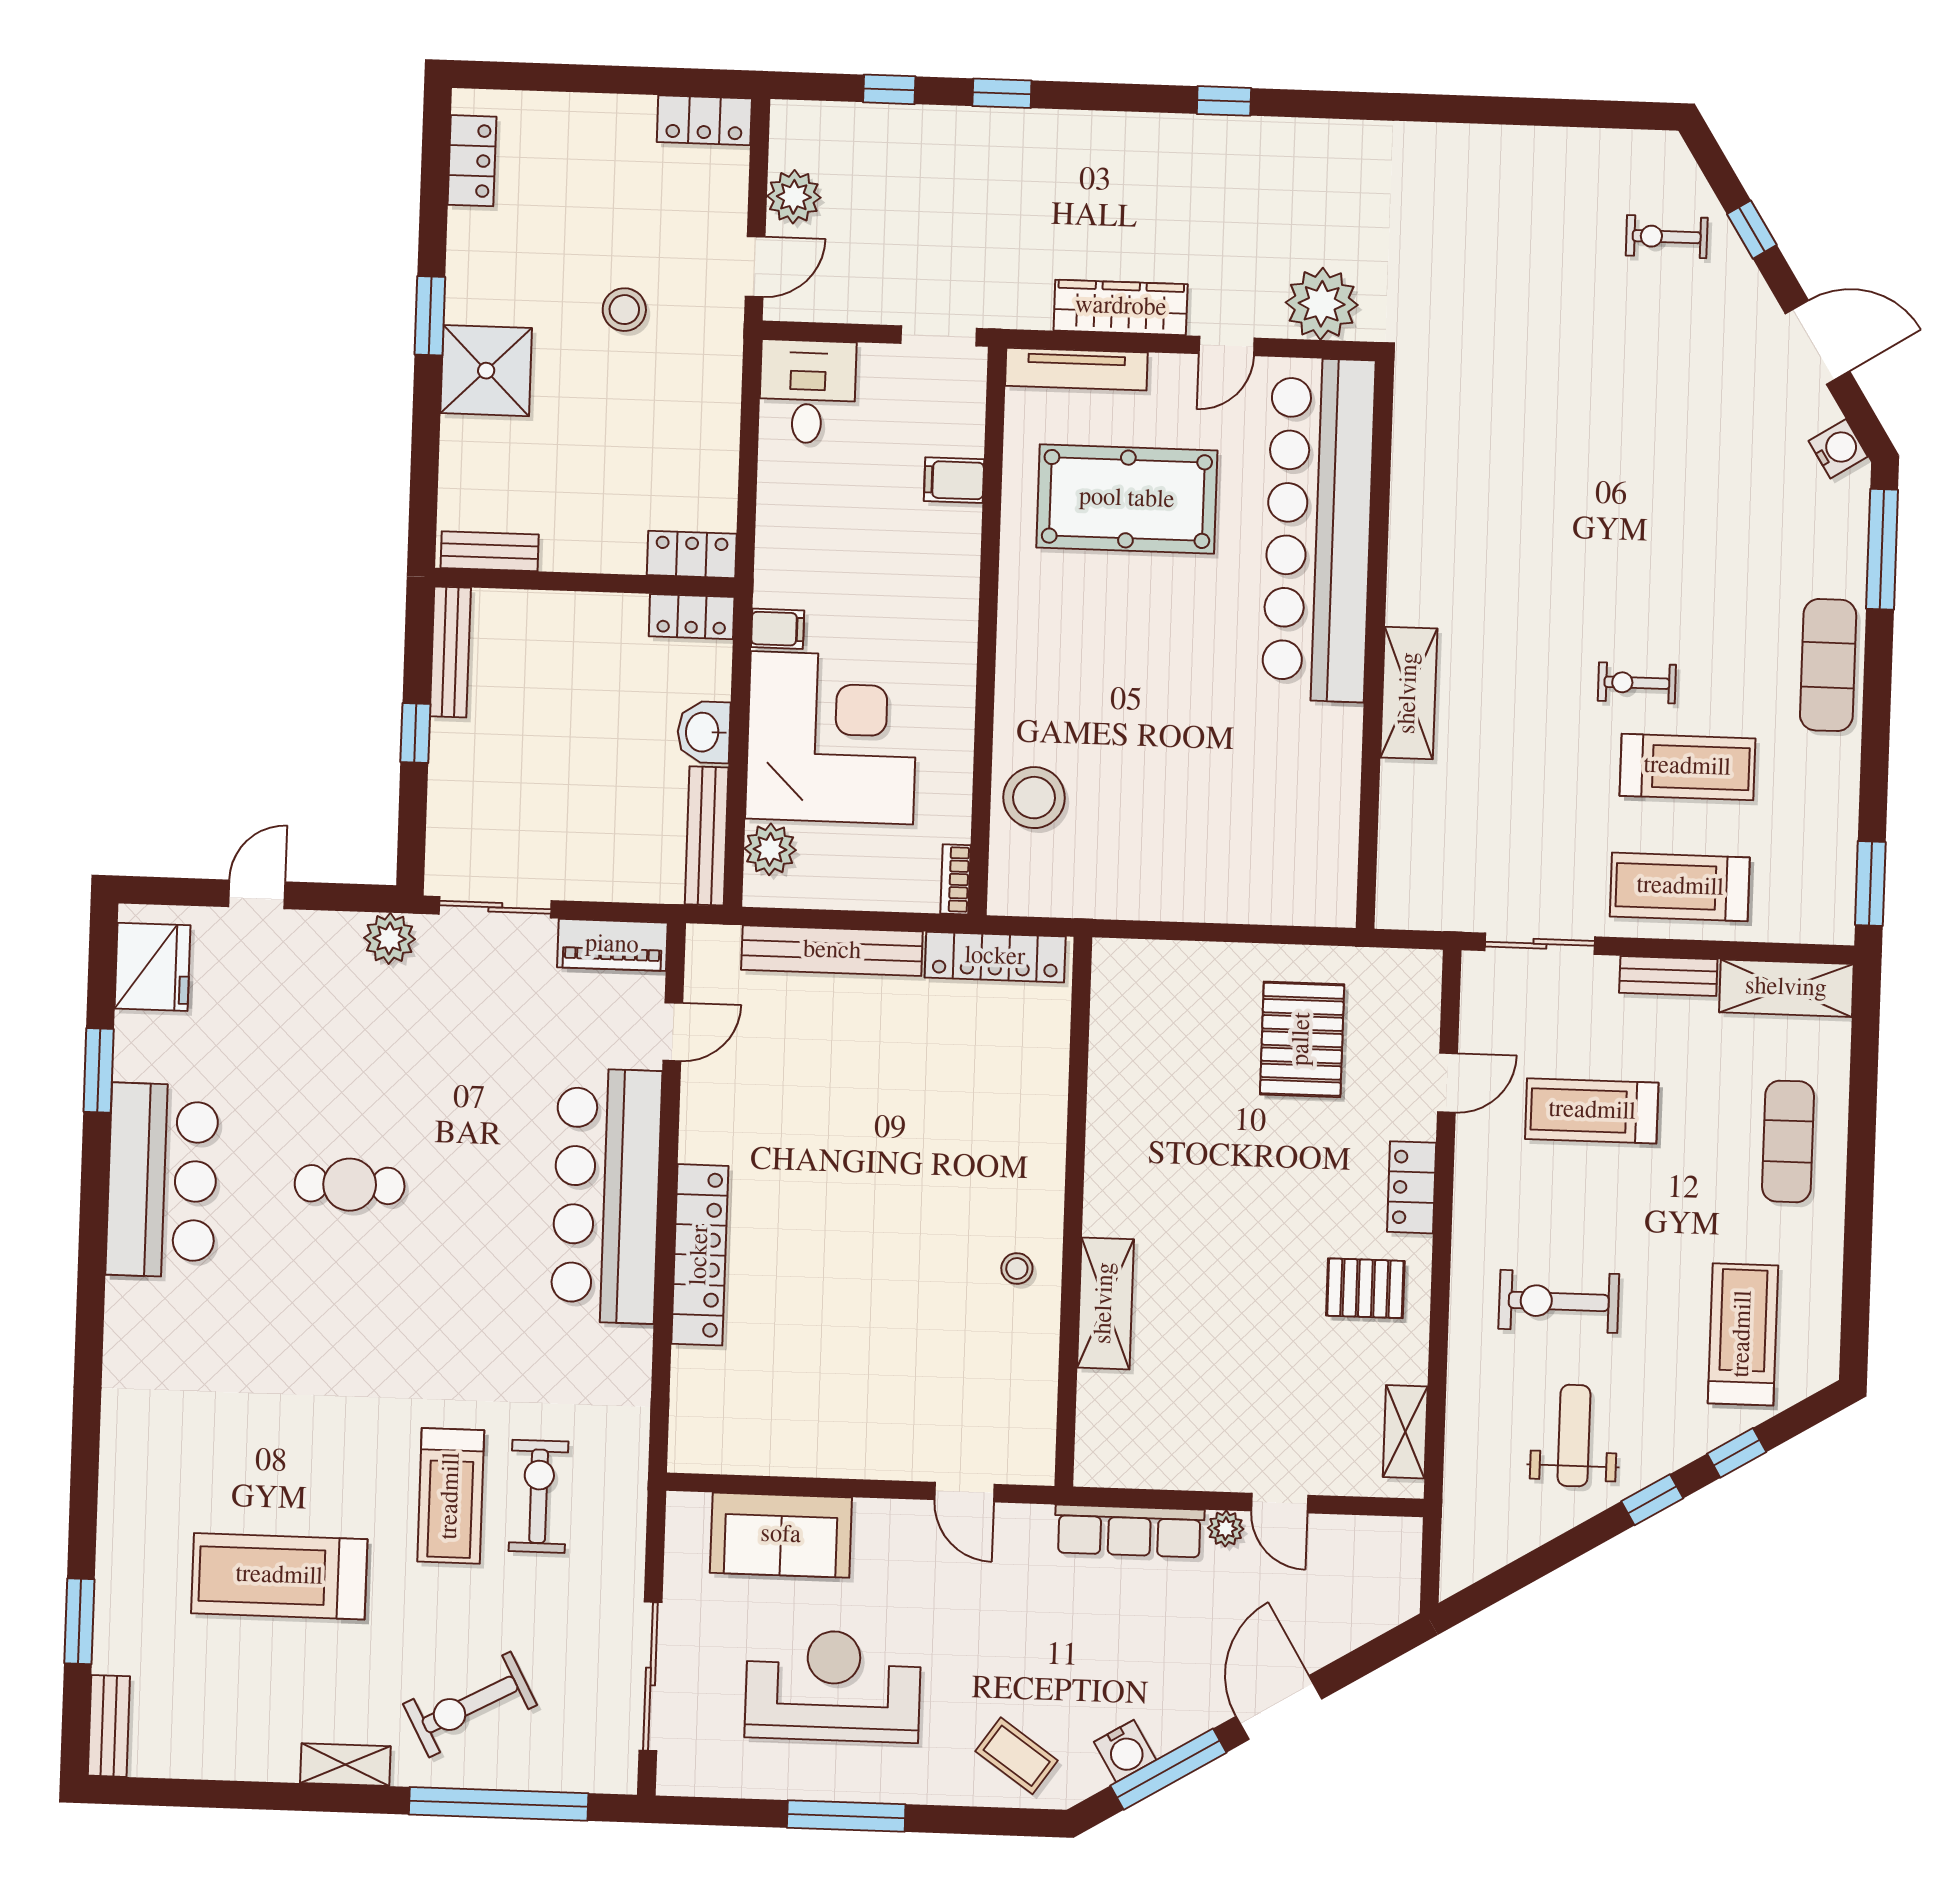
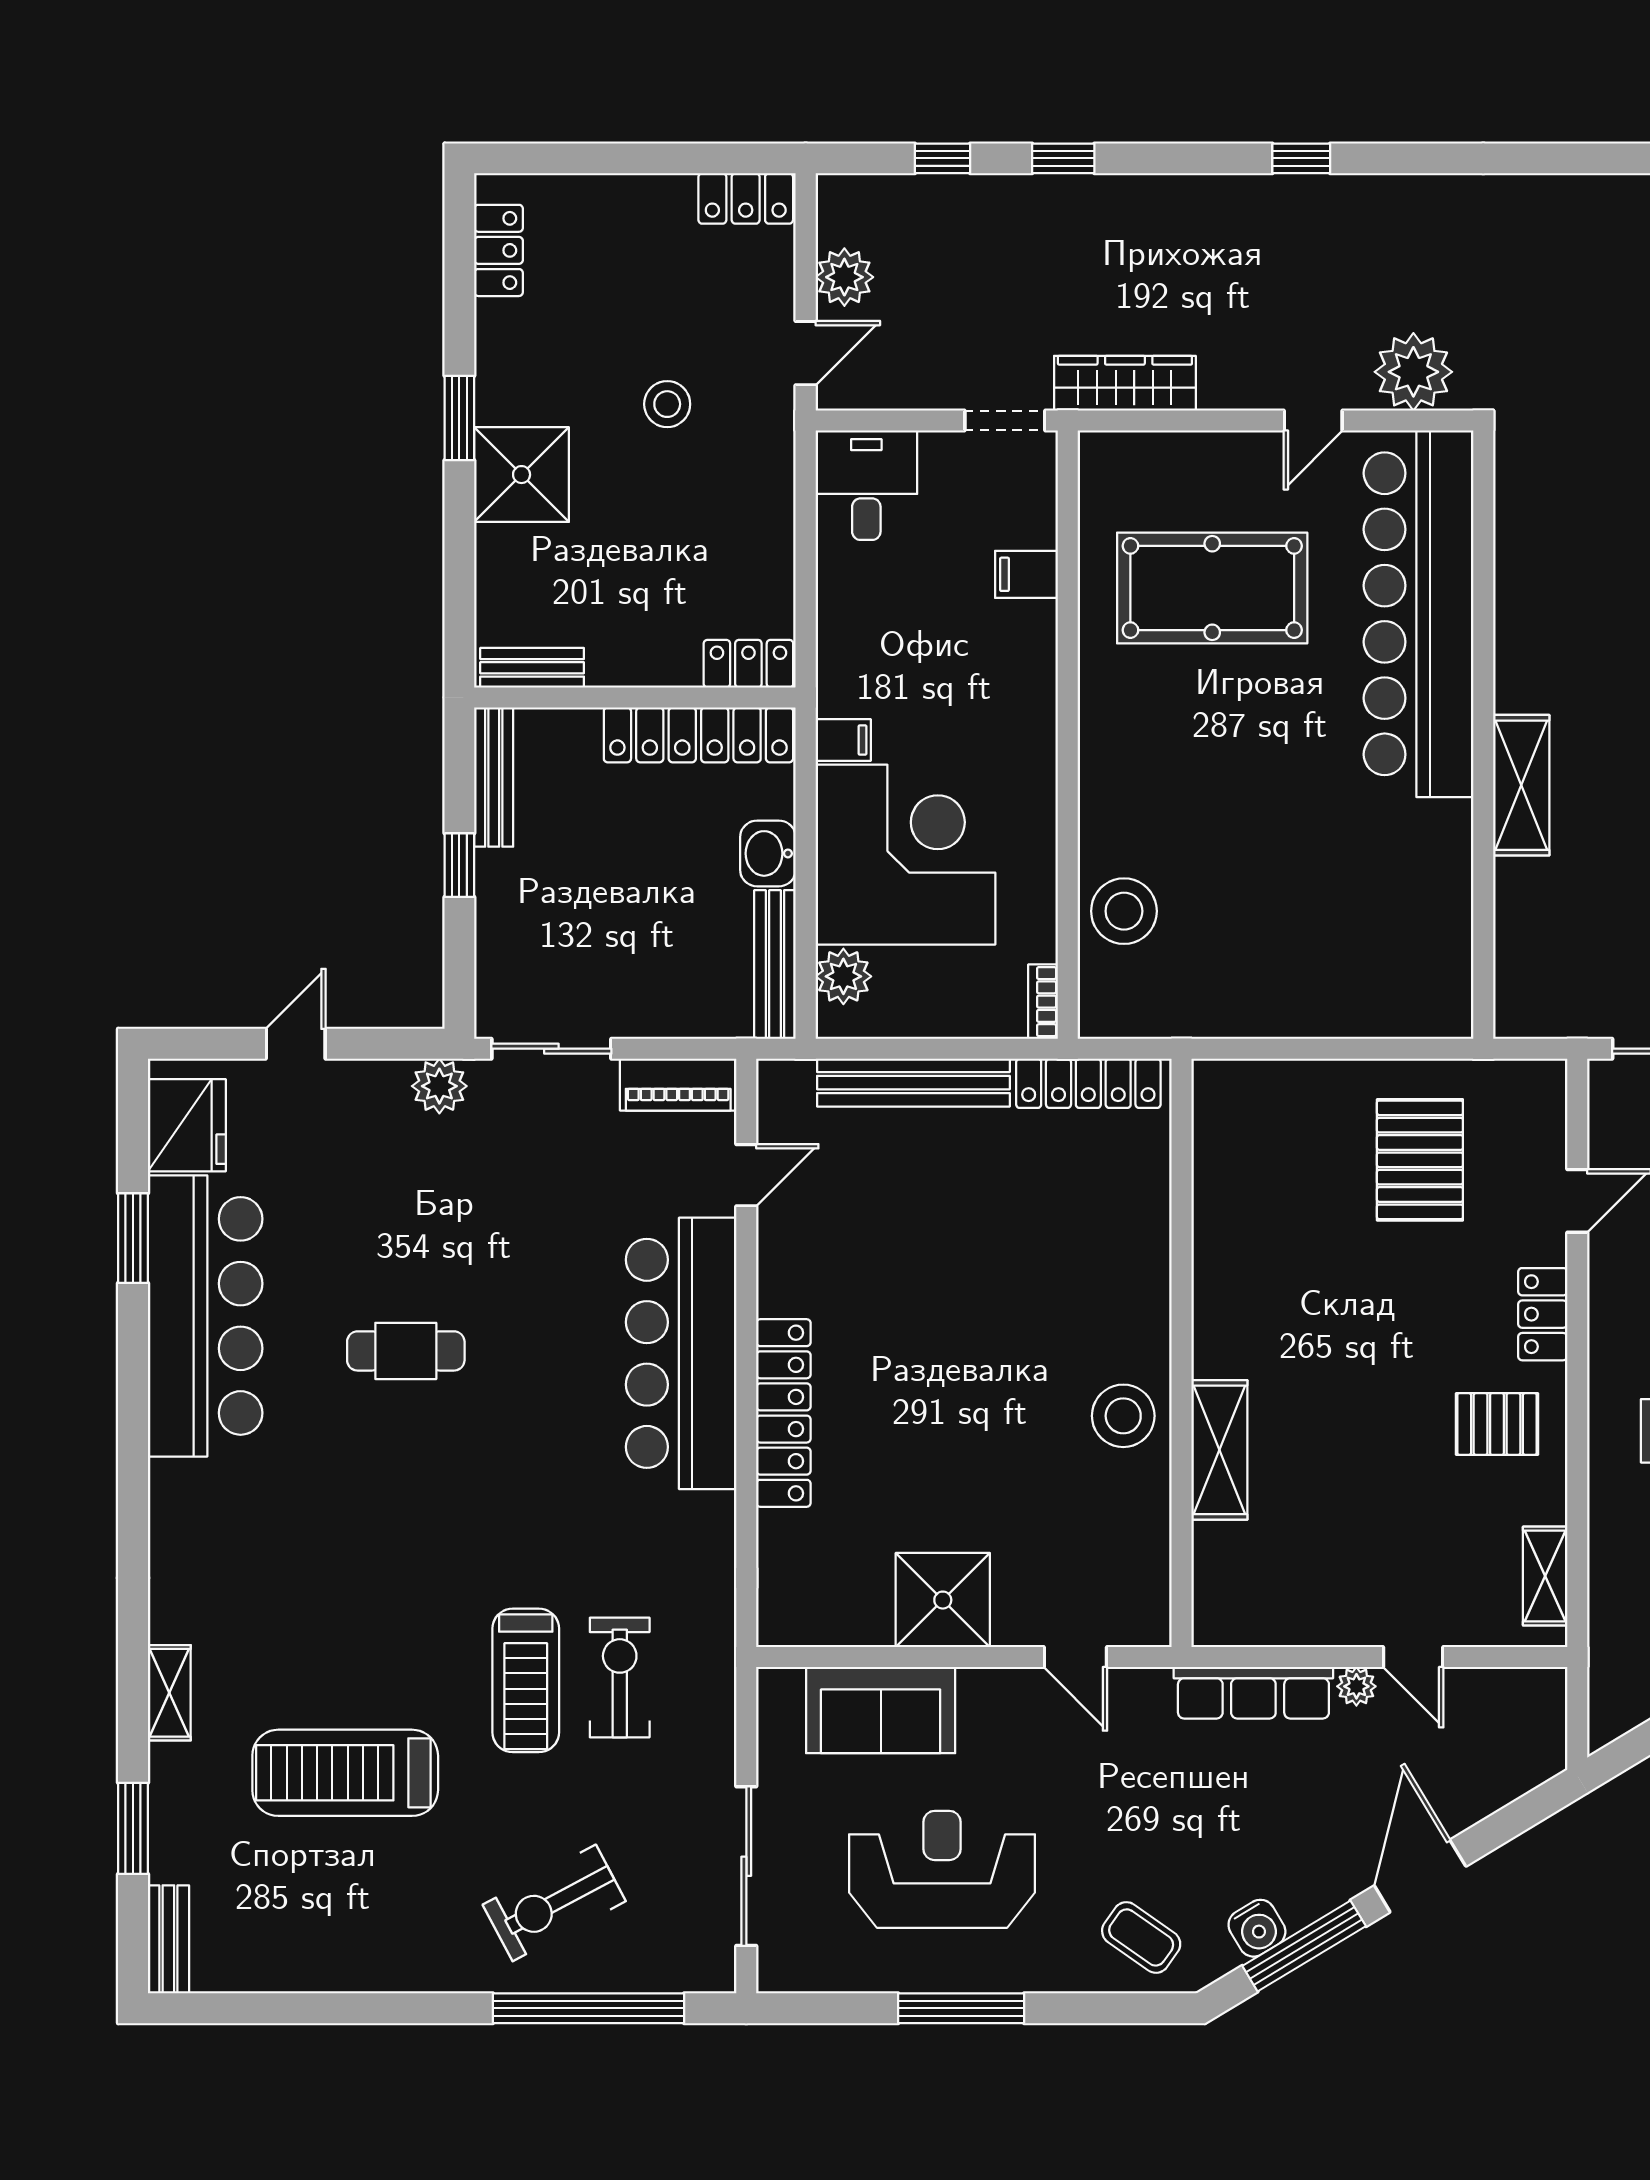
wardrobe: (1121, 307) -> (1125, 383), moved
tv unit: (1076, 369) -> (1153, 451), removed
locker: (692, 617) -> (698, 735), width x2.16, depth x1.21
bar counter: (162, 1180) -> (205, 1316), width x1.36
stool: (1017, 1269) -> (1123, 1416), width x1.89, depth x1.89
shower: (843, 1435) -> (943, 1600), added
shelving: (345, 1765) -> (169, 1693), moved, turned 90

